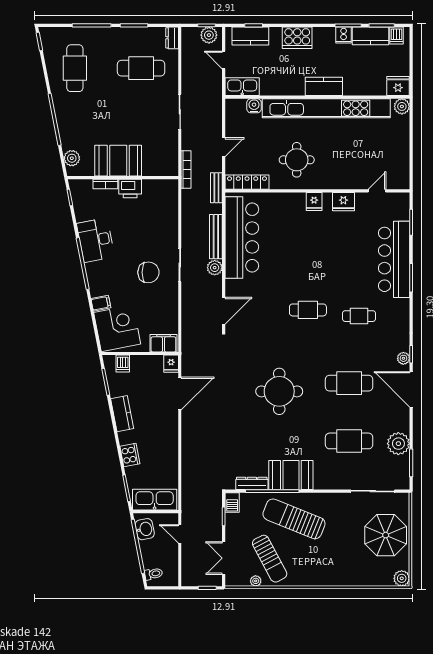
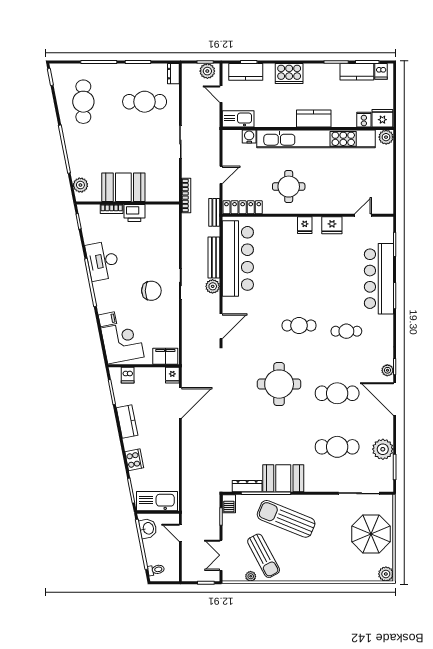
cooker: (344, 35) -> (364, 120), moved, turned 180
round table: (279, 391) -> (279, 384), moved

